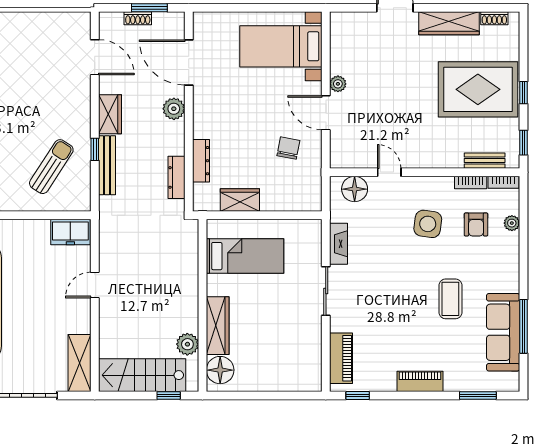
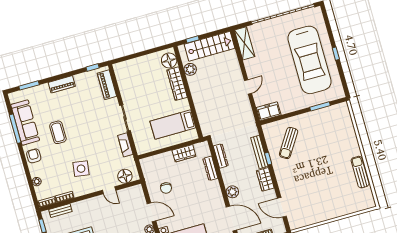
armchair: (476, 224) -> (34, 156), moved

